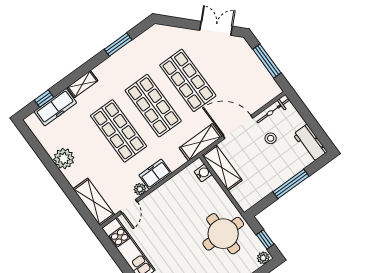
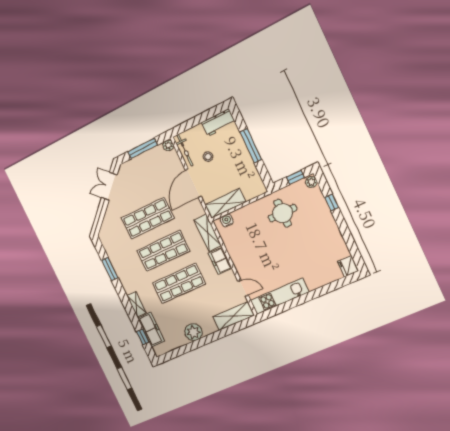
shelving: (200, 142) -> (208, 233), moved
plant: (140, 189) -> (168, 145), moved
round table: (223, 234) -> (283, 213), width x0.73, depth x0.73

